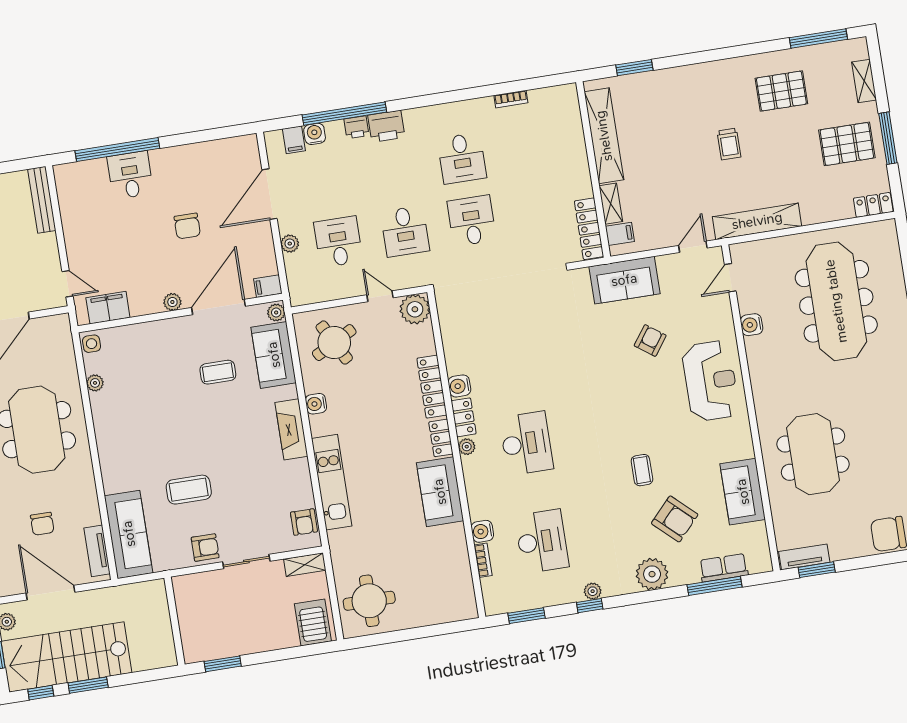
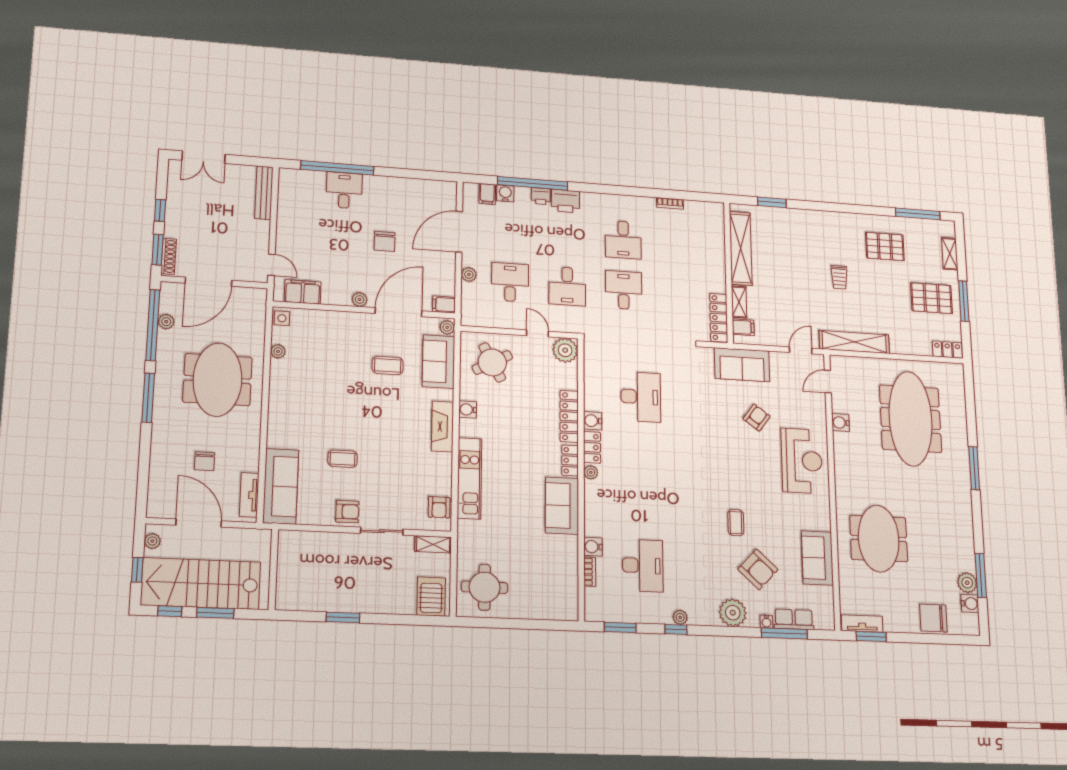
desk: (526, 443) -> (641, 397), moved
coffee table: (189, 490) -> (343, 459), width x0.73, depth x0.77
water cooler: (692, 577) -> (766, 622), added
wall: (174, 621) -> (273, 569), moved

